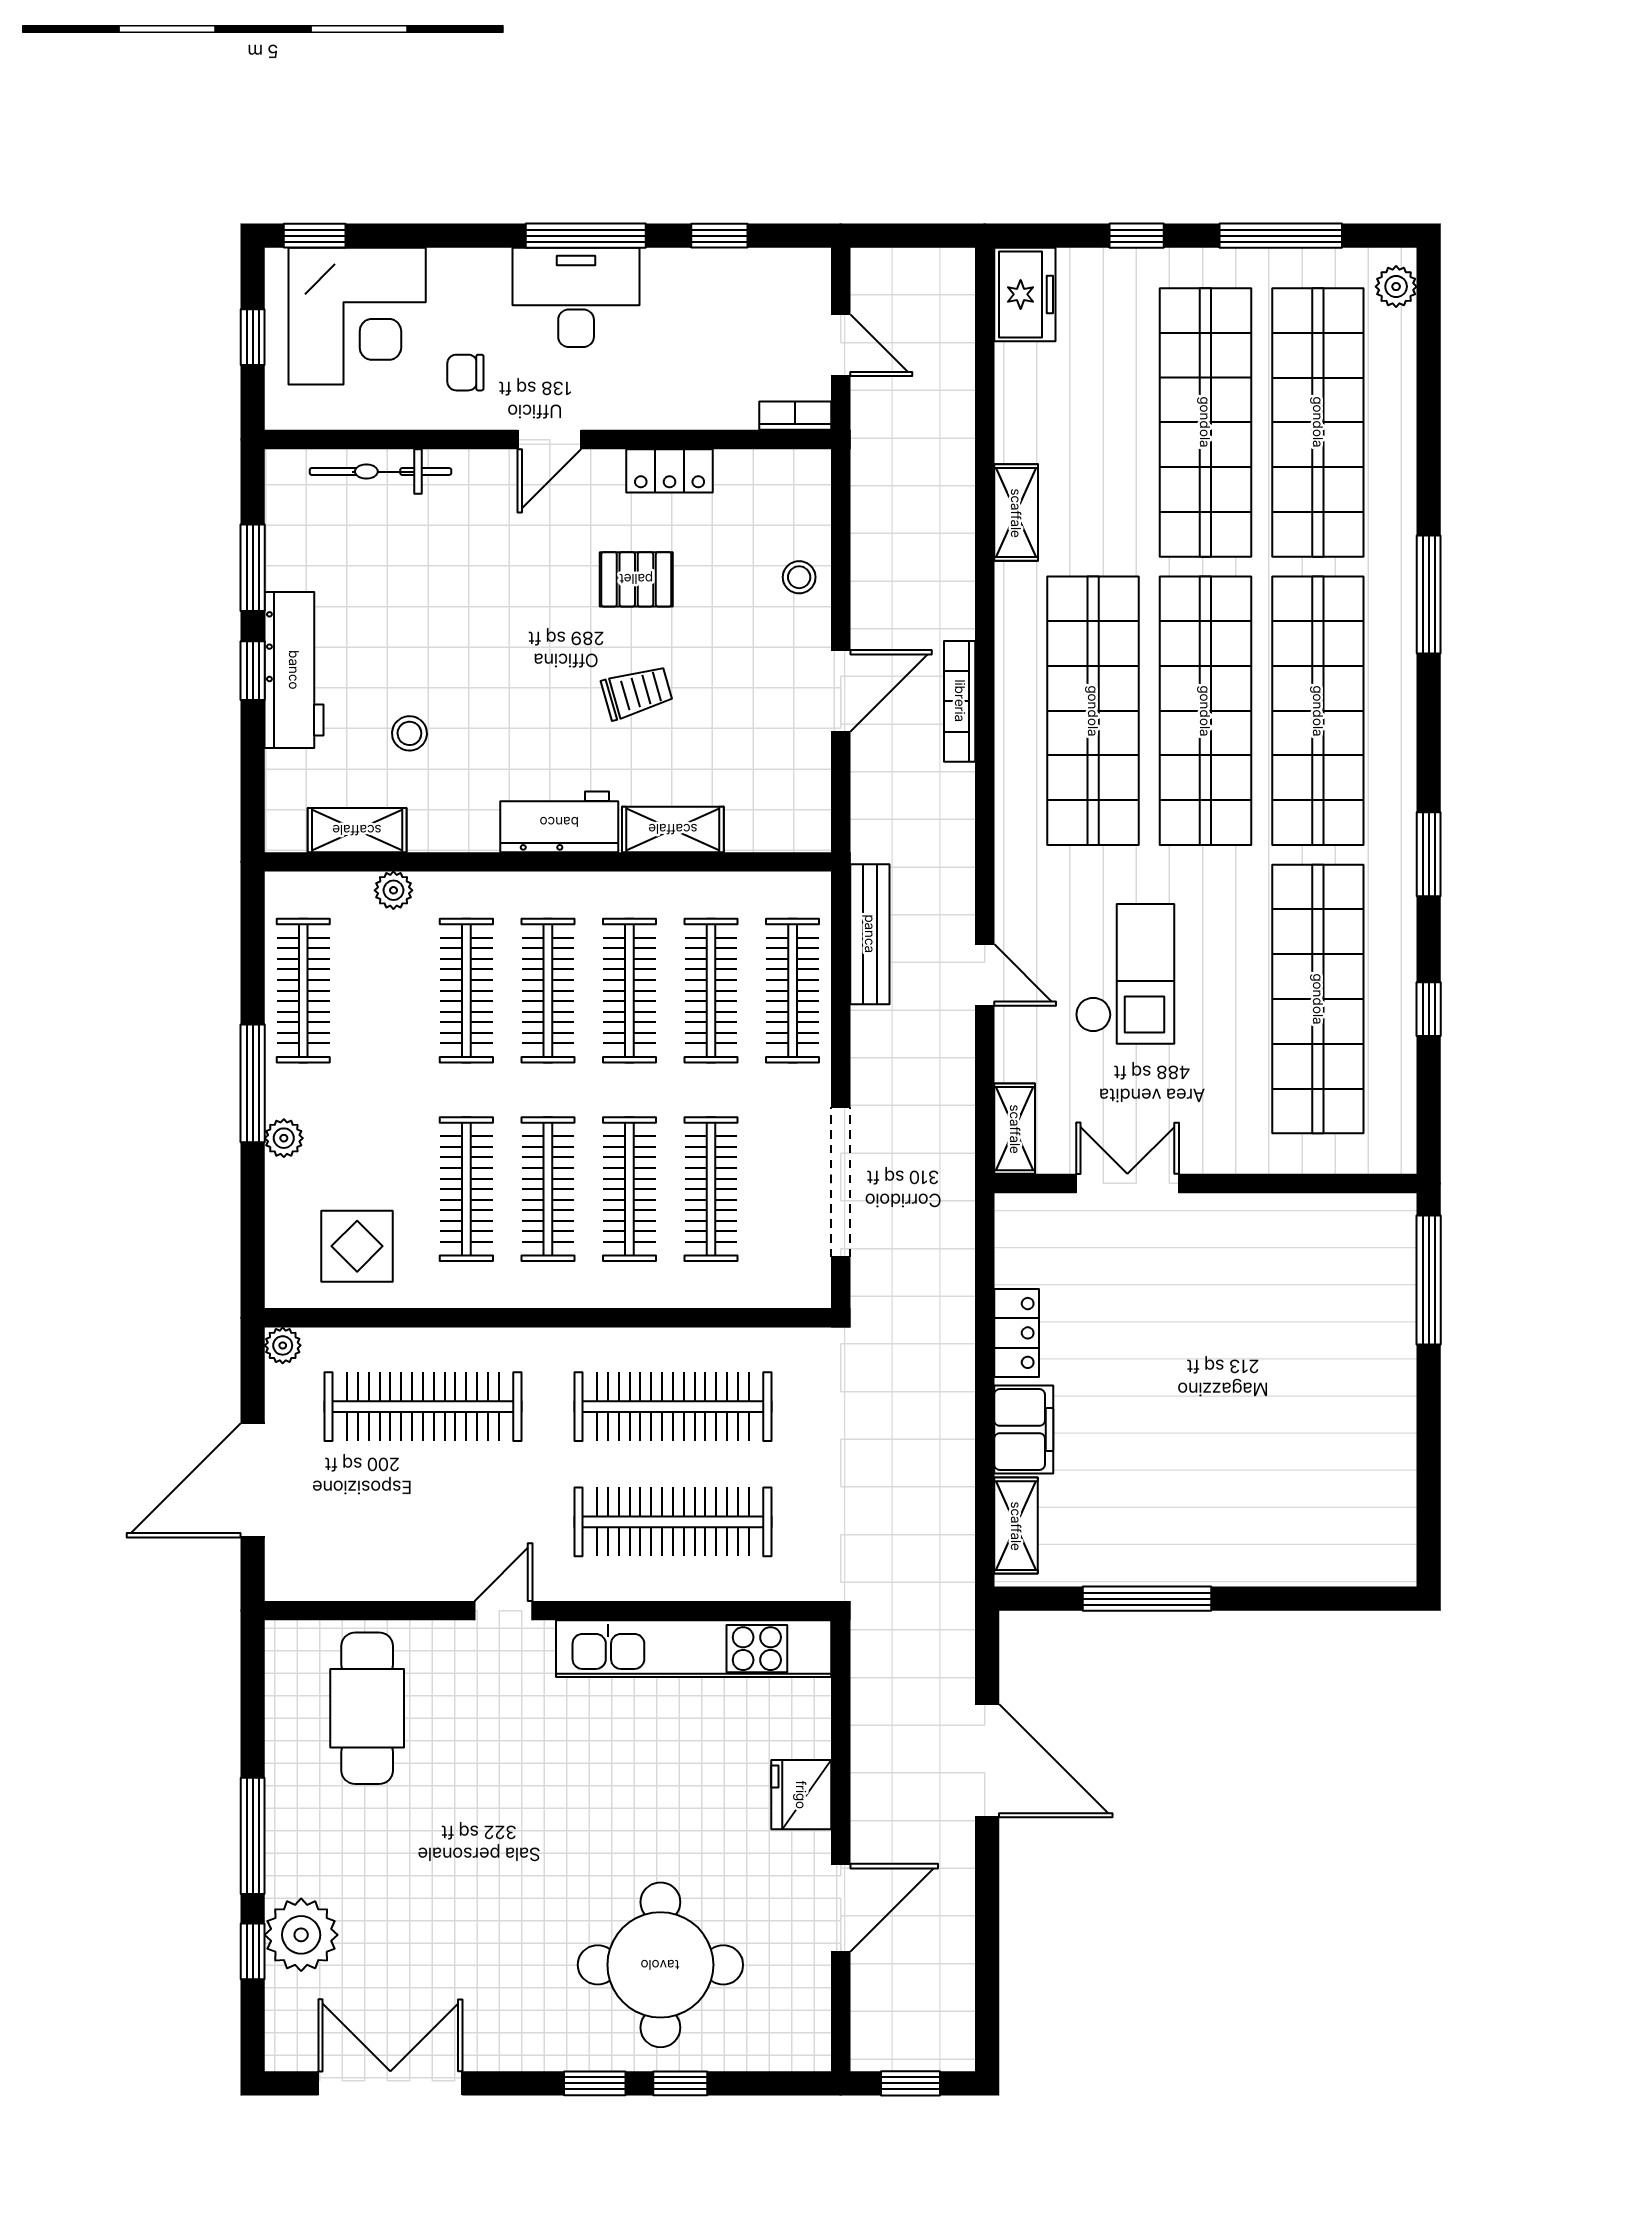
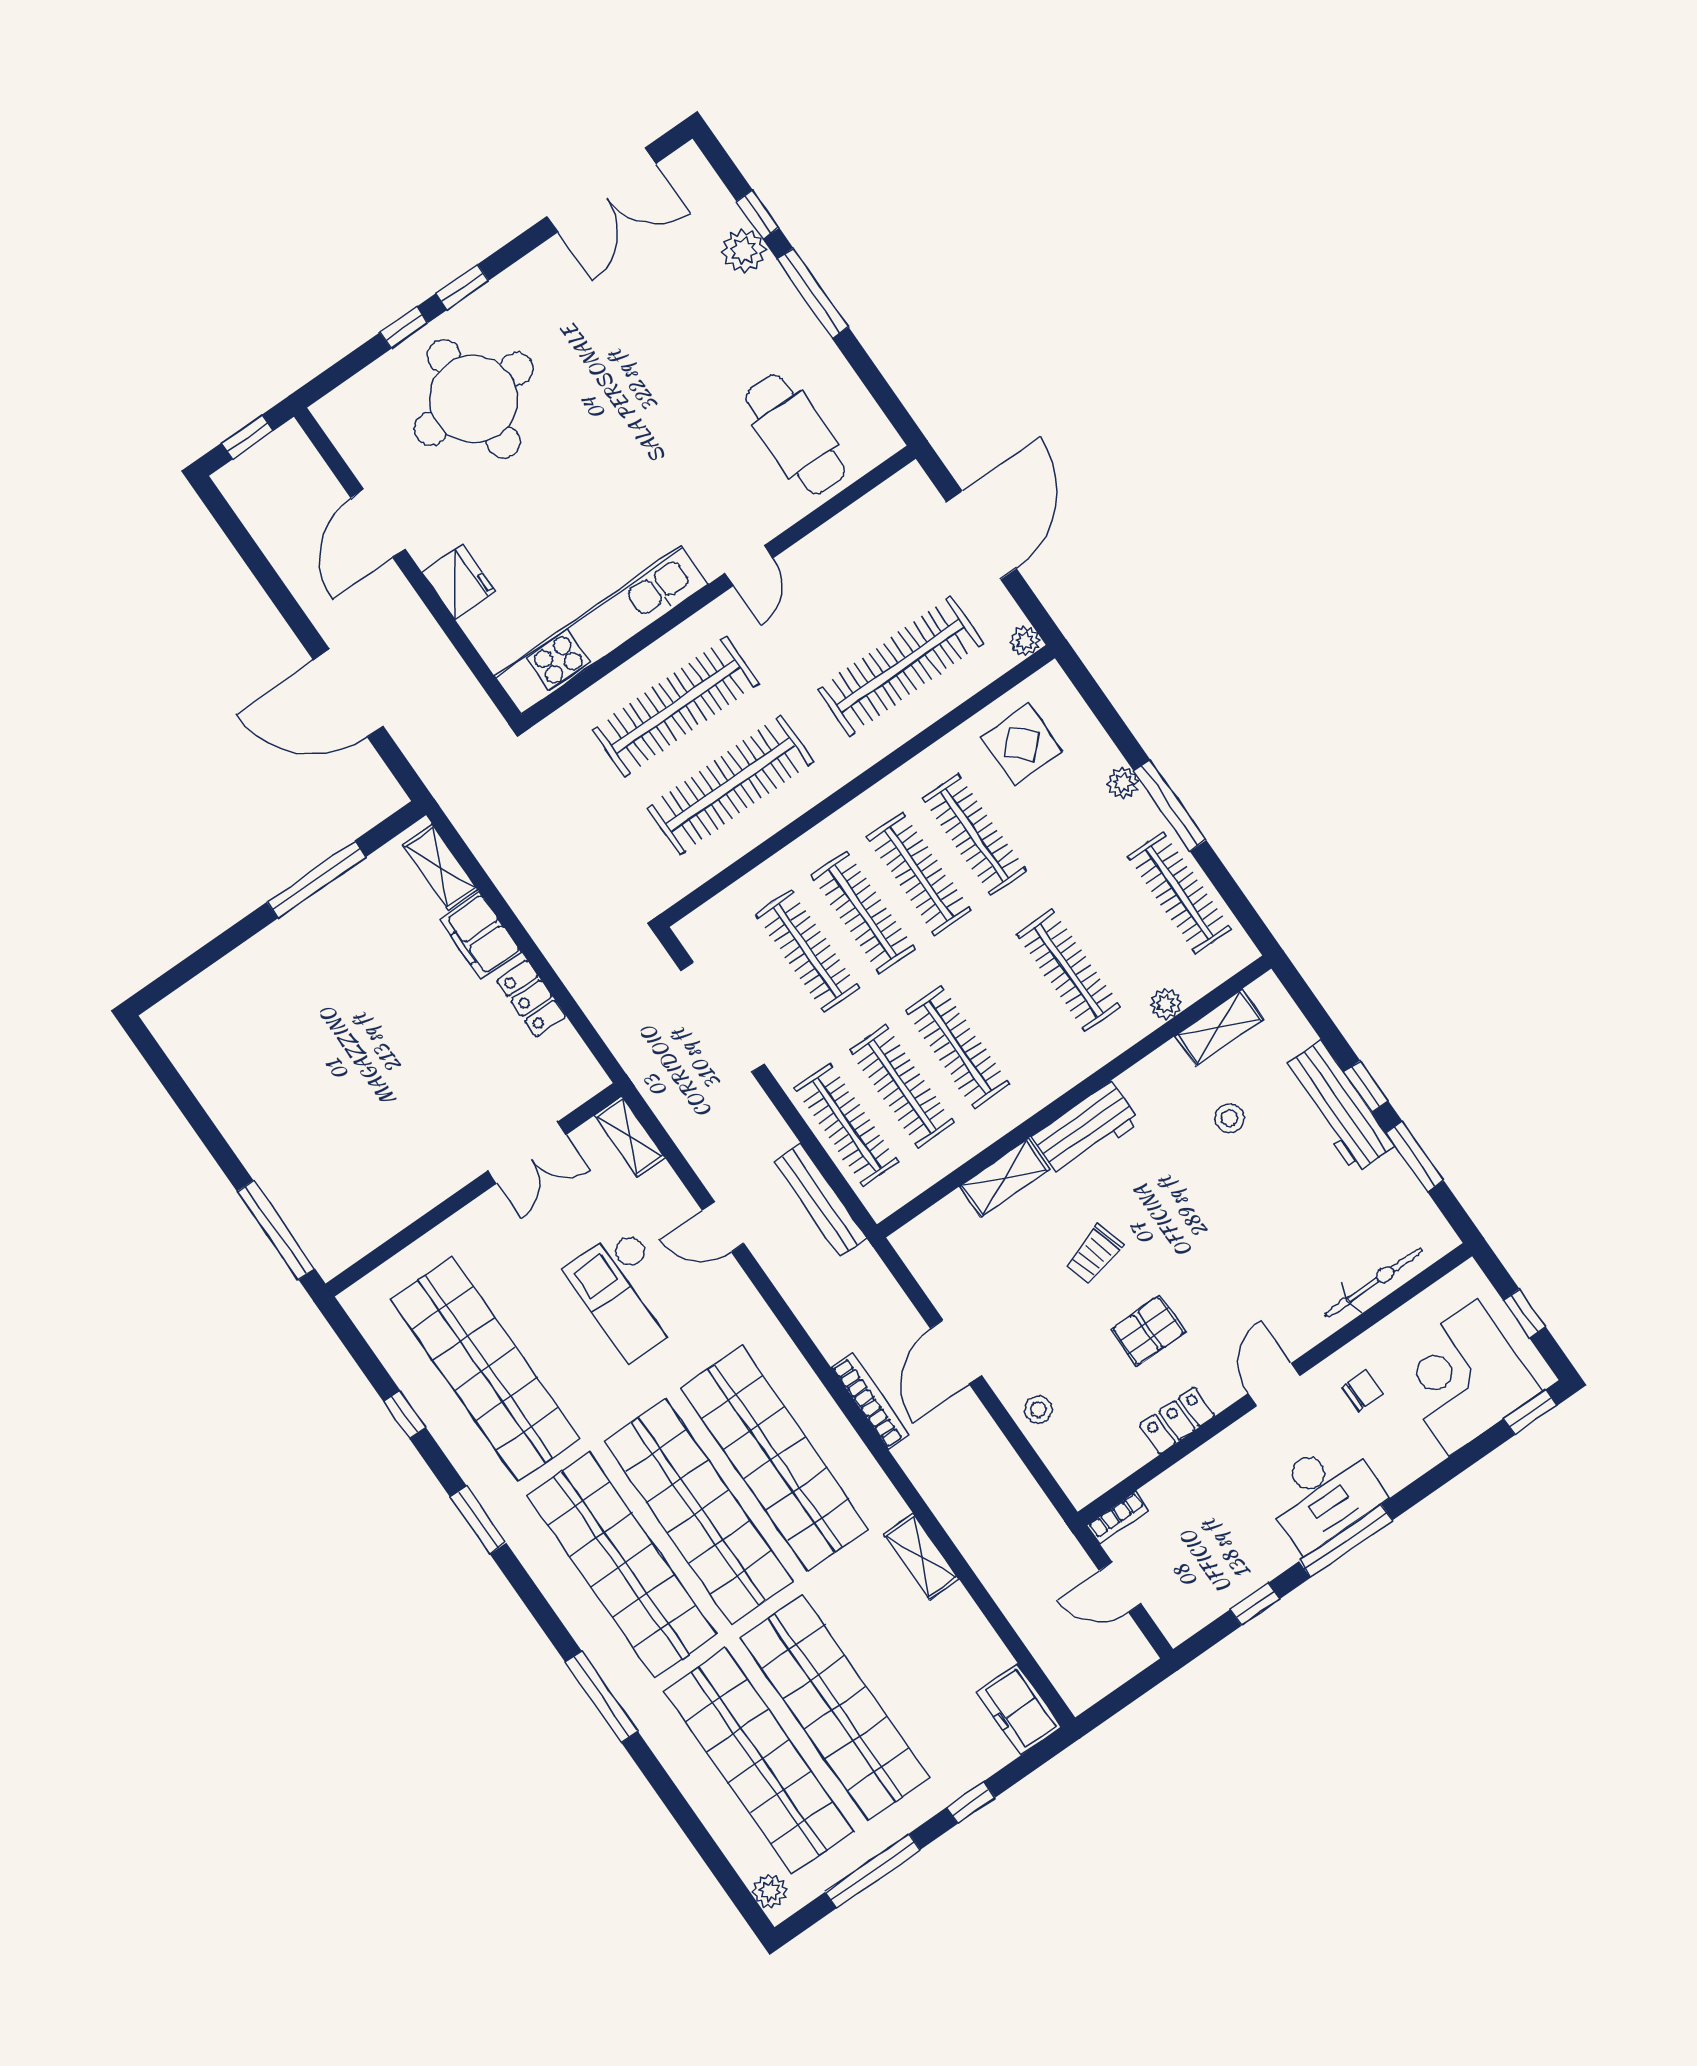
clothes rail: (548, 991) -> (1013, 1009), removed
plant: (301, 1935) -> (744, 251), width x0.73, depth x0.73

